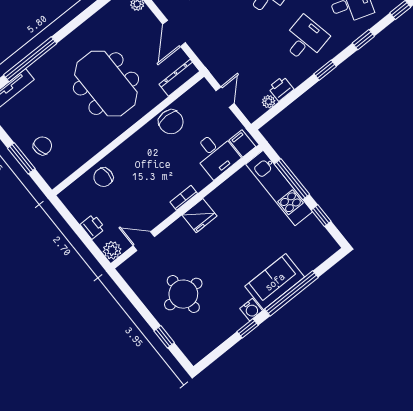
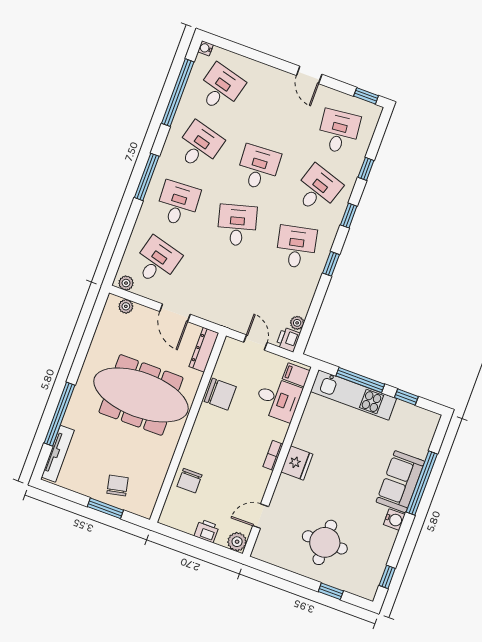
meeting table: (106, 84) -> (141, 395), width x1.36
printer: (281, 89) -> (288, 340), moved
window: (248, 328) -> (387, 577), moved

